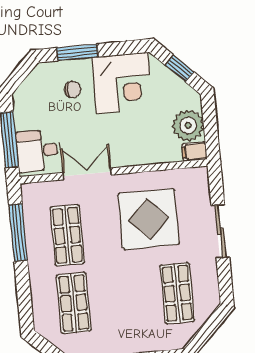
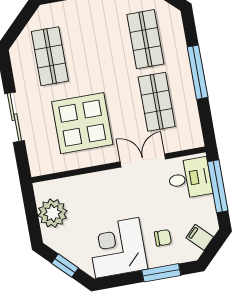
chair: (73, 90) -> (163, 238), turned 180
filing cabinet: (194, 152) -> (200, 237), moved, turned -135
double door: (87, 174) -> (143, 160), swing flipped
window: (18, 232) -> (198, 72), moved

